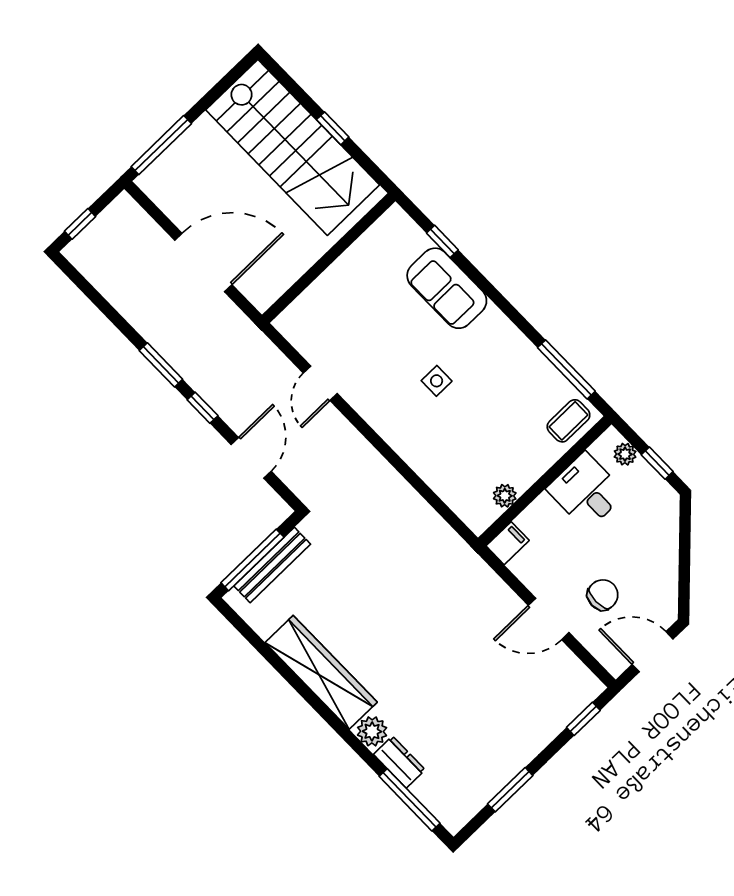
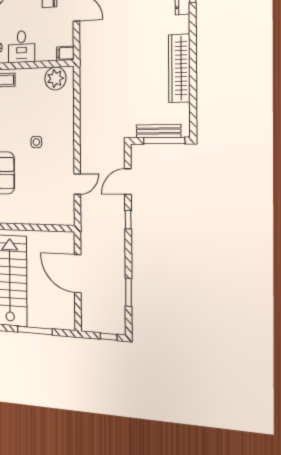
window: (161, 145) -> (35, 330), moved
window: (161, 365) -> (128, 292), moved
plant: (505, 496) -> (55, 78), width x1.88, depth x1.88
plant: (372, 731) -> (182, 24), removed

